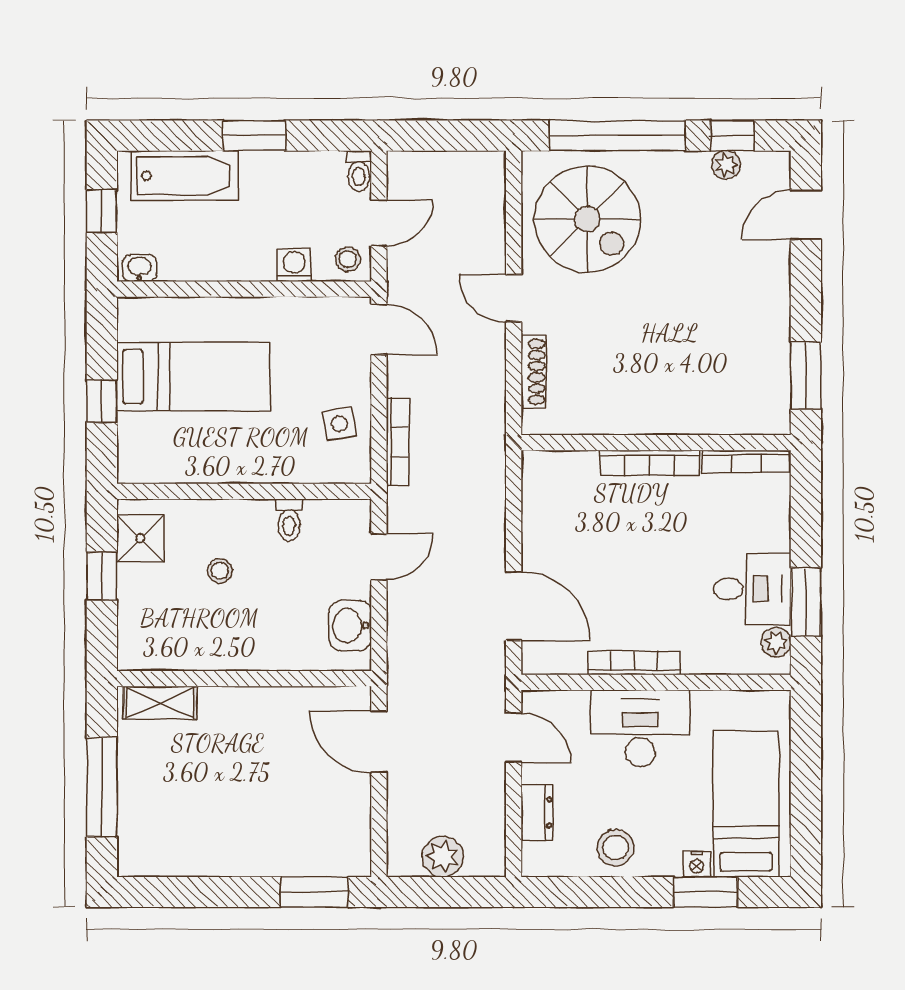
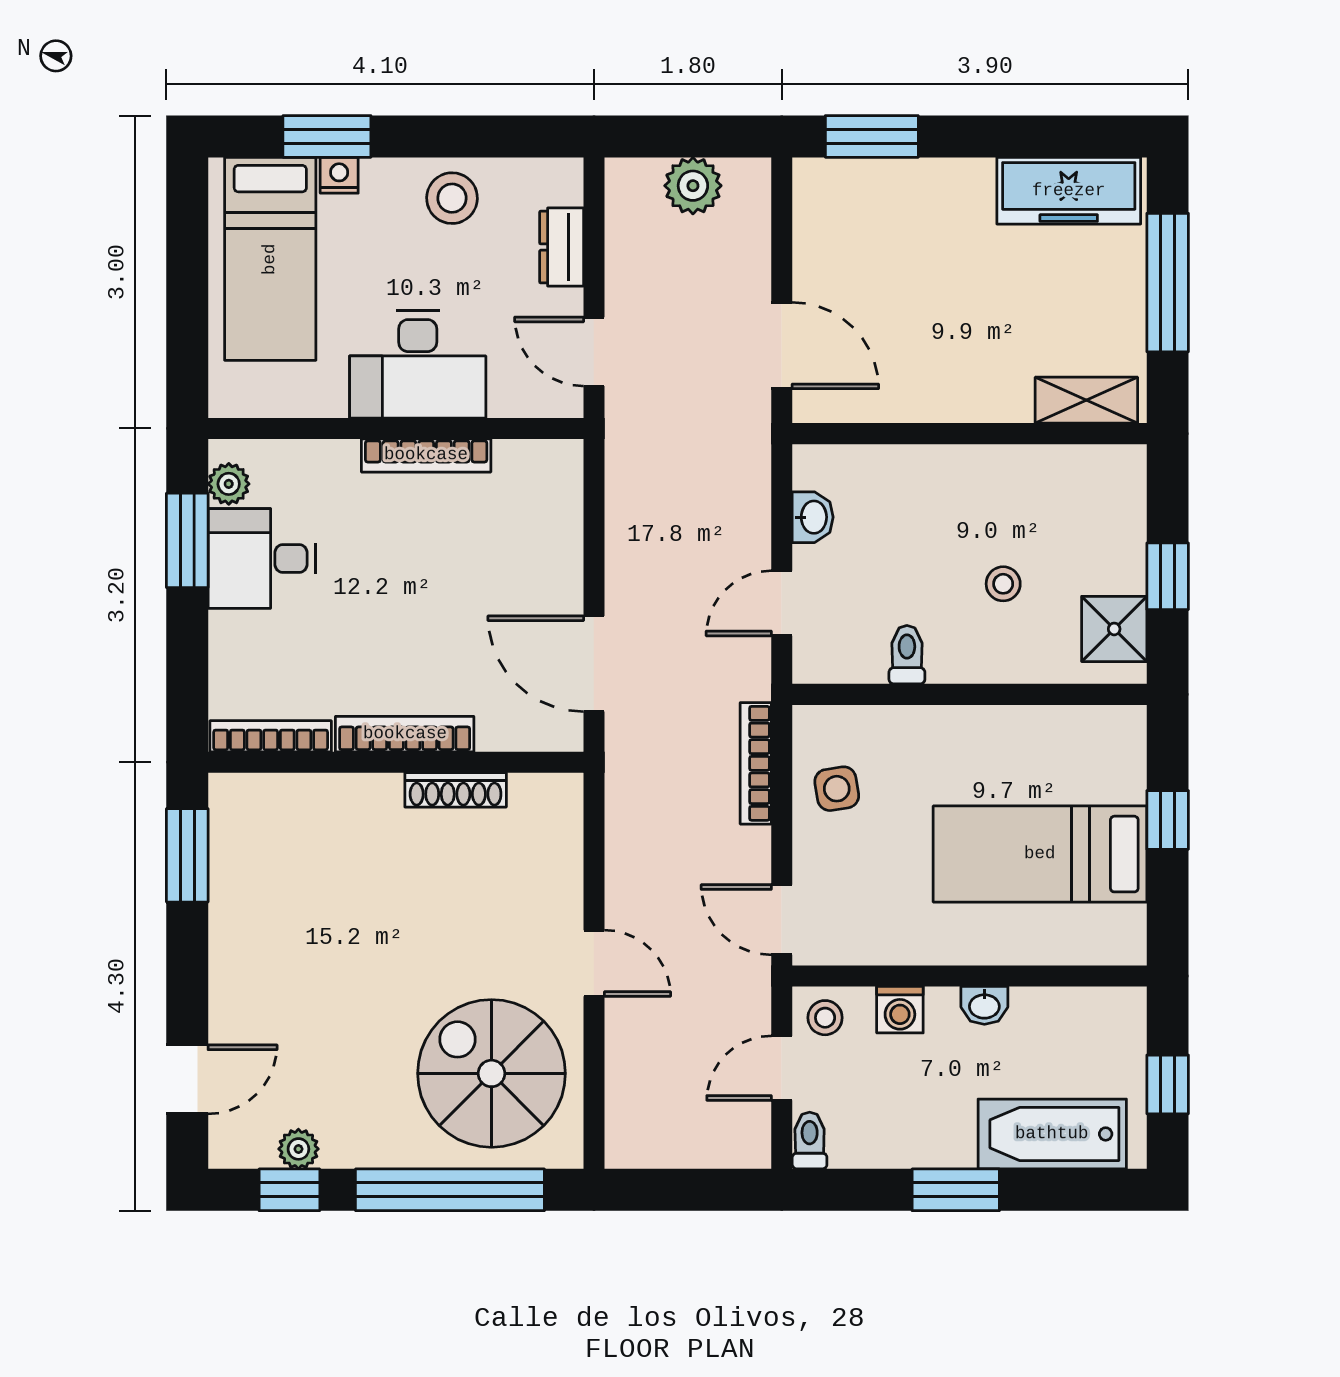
washbasin: (139, 268) -> (984, 1005), moved
shoe rack: (534, 372) -> (456, 790), moved, turned -90
door: (514, 606) -> (594, 664), moved
washbasin: (350, 626) -> (813, 517), width x0.72, depth x0.69
freezer: (173, 853) -> (1069, 191), added

